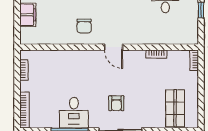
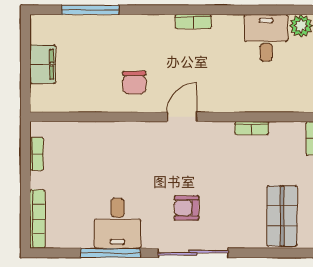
door: (114, 47) -> (182, 117), swing flipped
armchair: (116, 103) -> (187, 208), turned 90

